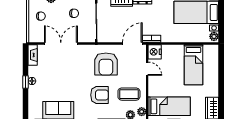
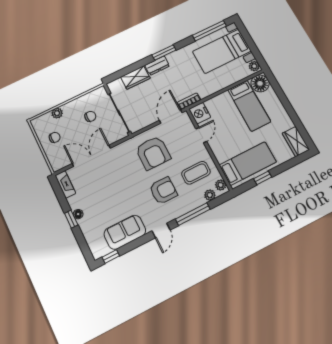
floor lamp: (211, 52) -> (260, 83), added
door: (147, 69) -> (201, 135), hinge flipped

